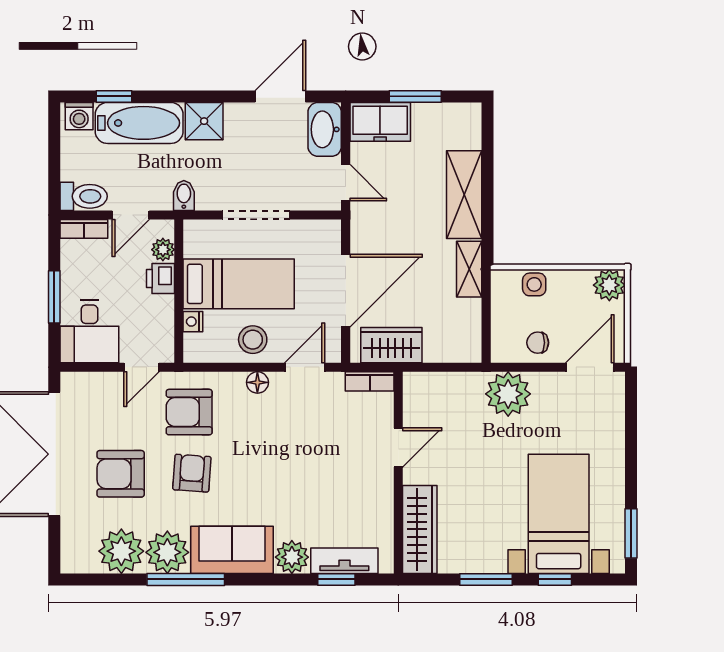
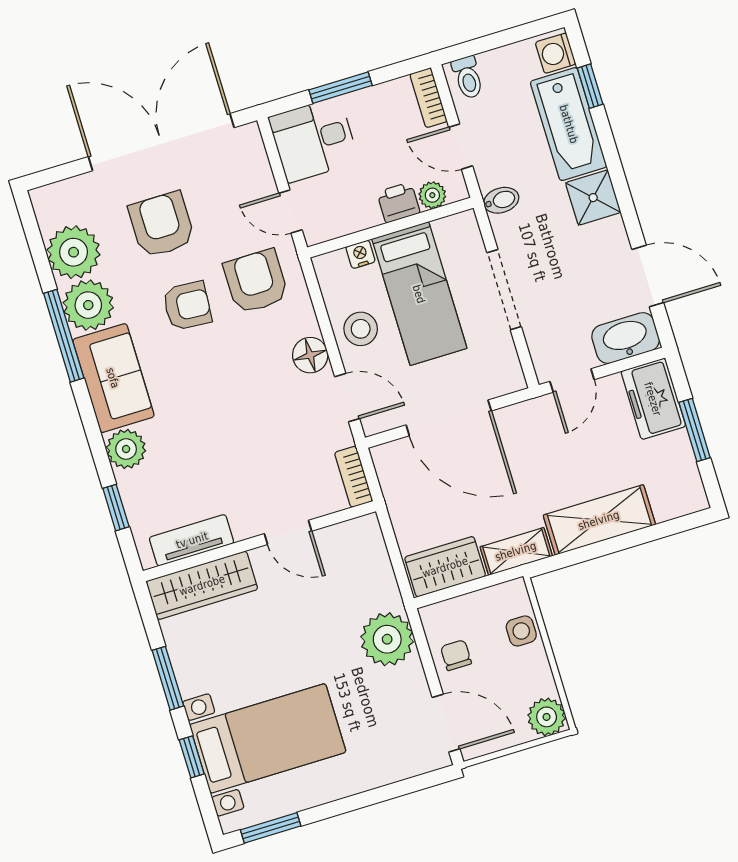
toilet: (84, 196) -> (468, 77), width x0.73, depth x0.72
wardrobe: (391, 345) -> (445, 567), moved, turned -90
floor lamp: (257, 382) -> (310, 355), width x1.37, depth x1.37
tv unit: (344, 561) -> (192, 540), moved, turned -90

